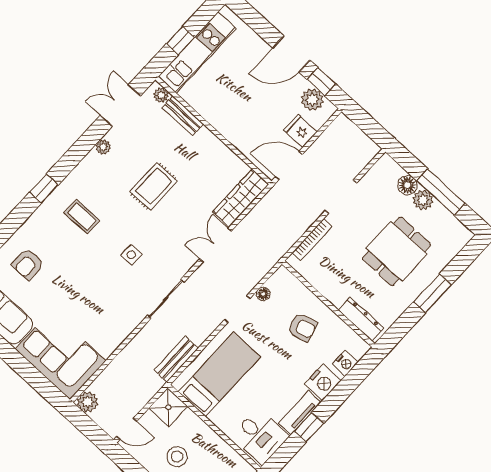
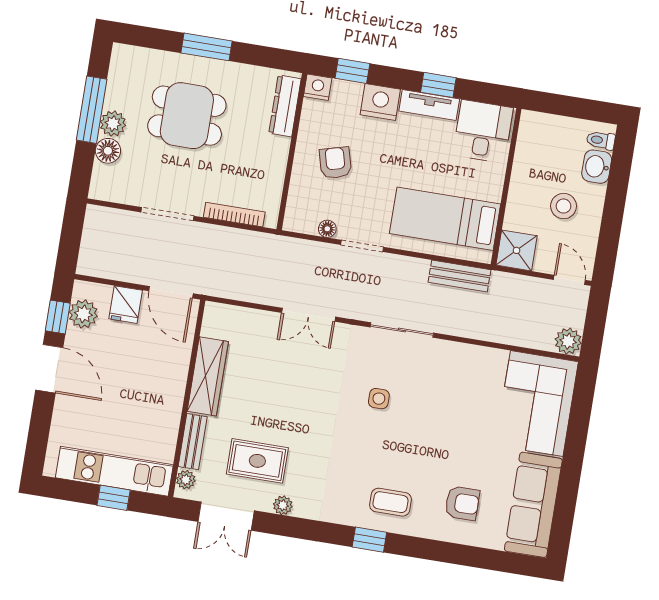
rug: (154, 186) -> (257, 461), moved
wardrobe: (241, 198) -> (208, 376), moved, turned -90
coffee table: (82, 217) -> (391, 502), moved, turned 90
nightstand: (345, 363) -> (318, 87), moved
window: (355, 378) -> (352, 71), added

